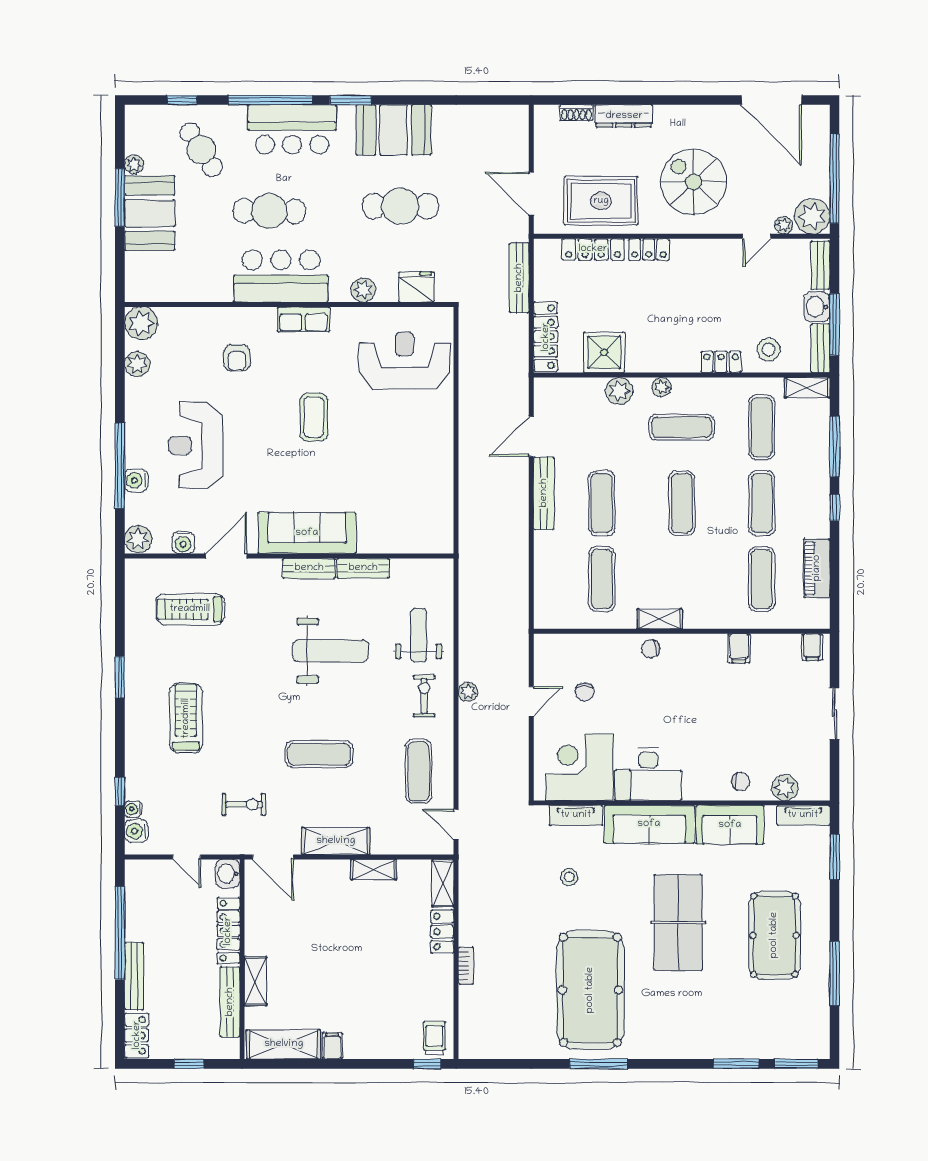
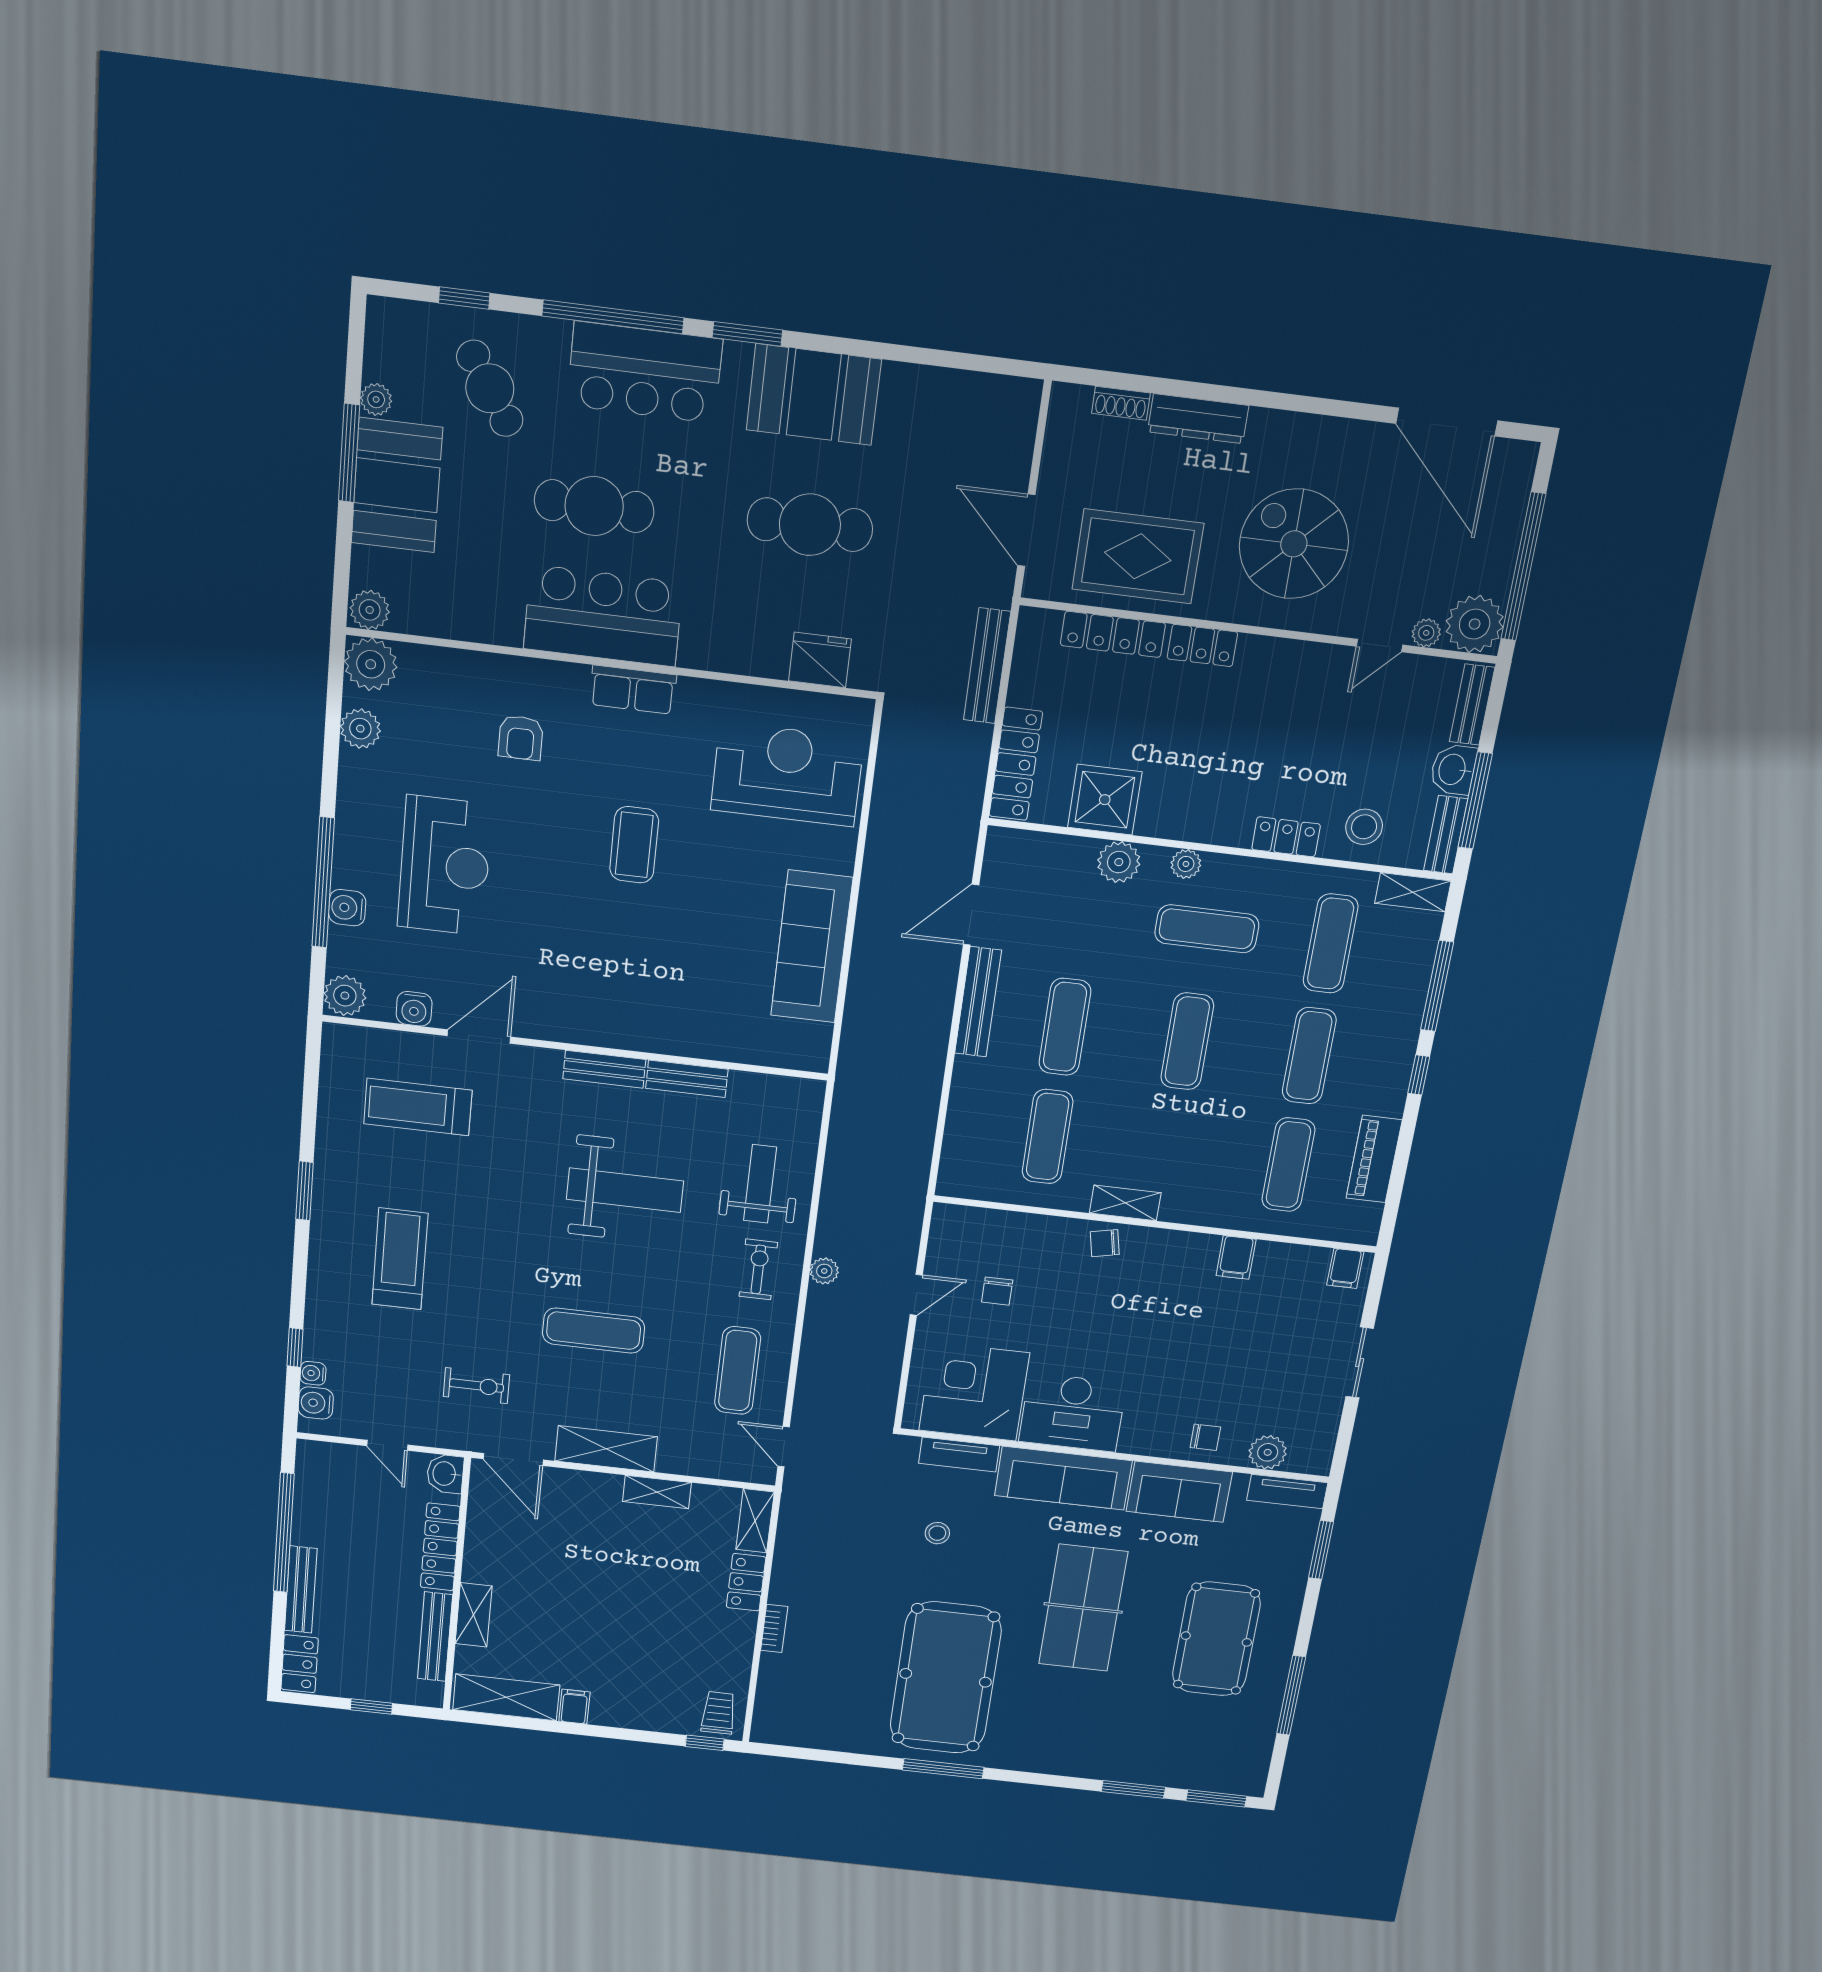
plant: (363, 290) -> (370, 610), moved
reception desk: (196, 445) -> (445, 866), turned 180
sofa: (307, 533) -> (812, 947), moved, turned -90

